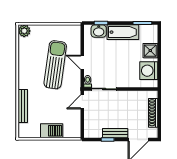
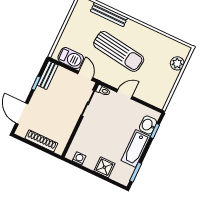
plant: (24, 31) -> (177, 63), moved
sun lounger: (55, 65) -> (119, 51), moved
washing machine: (149, 71) -> (79, 158), width x0.53, depth x0.53
barbecue: (52, 131) -> (71, 58), moved, turned -90
bench: (115, 133) -> (48, 75), moved

